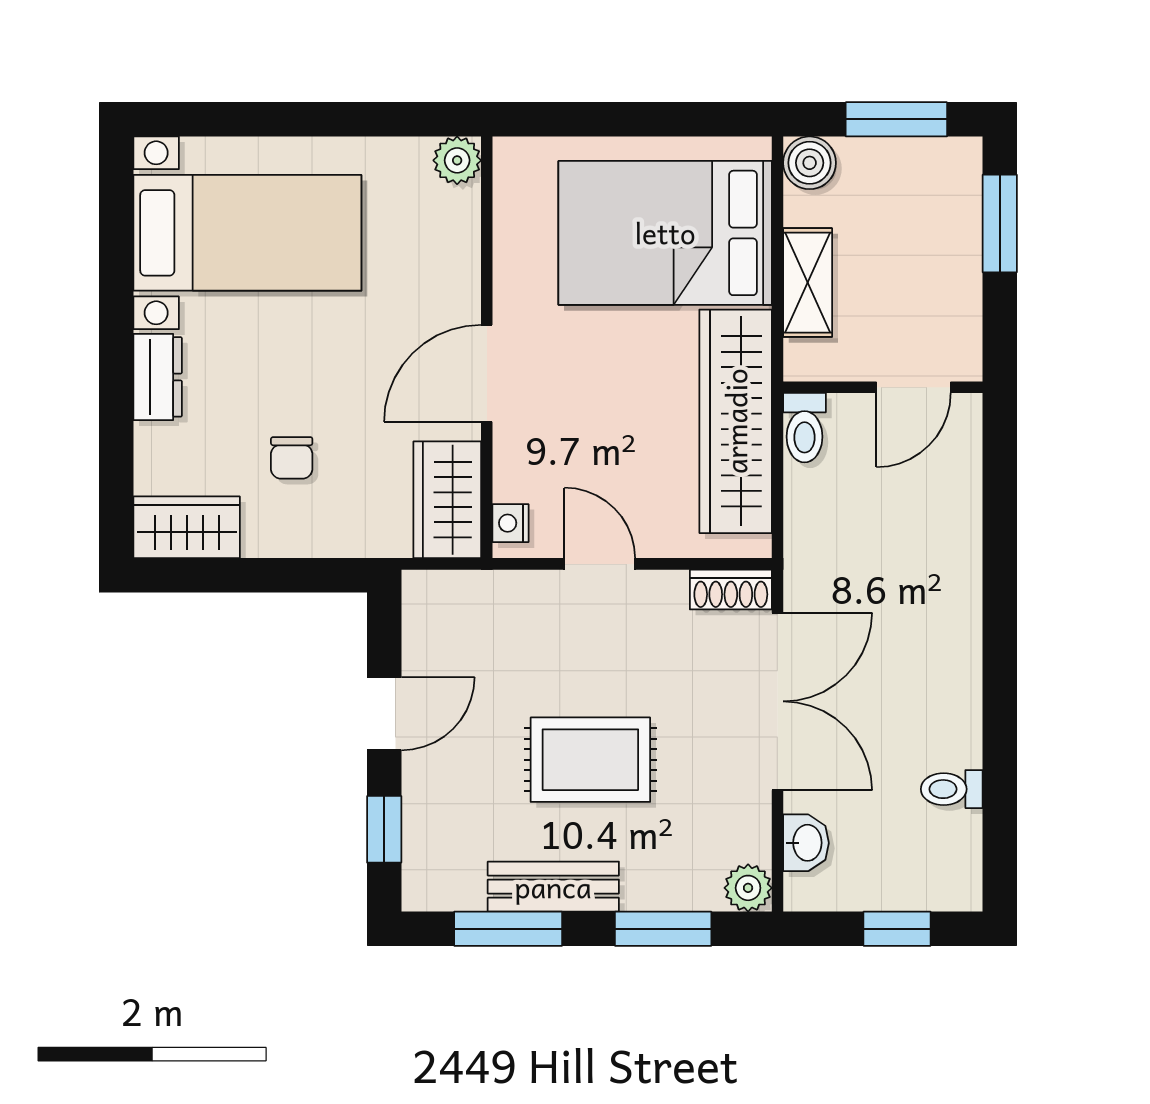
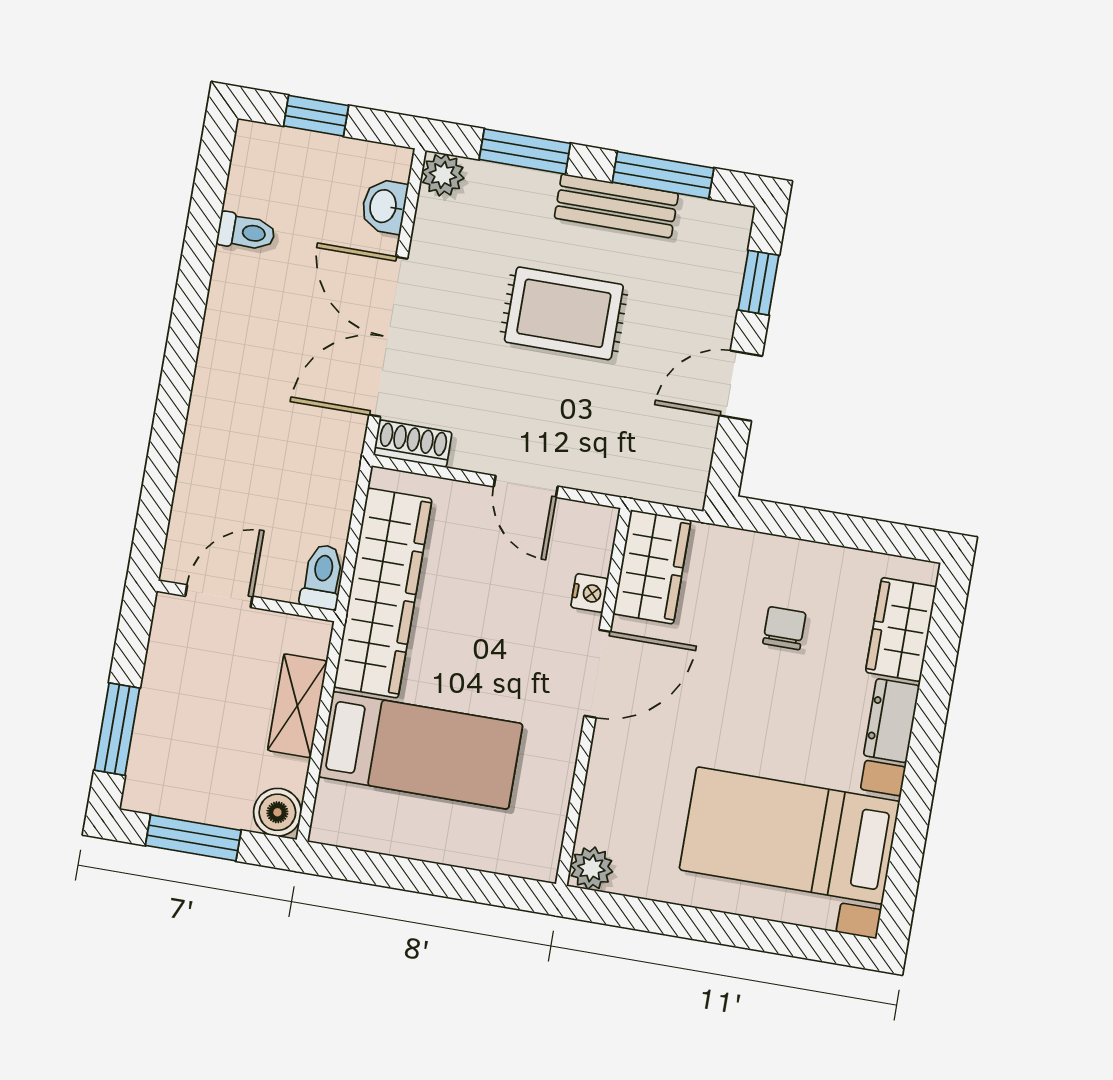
bed: (665, 233) -> (421, 750), width x0.67
nightstand: (510, 523) -> (589, 593), moved
wardrobe: (187, 527) -> (901, 629), moved, turned 90

